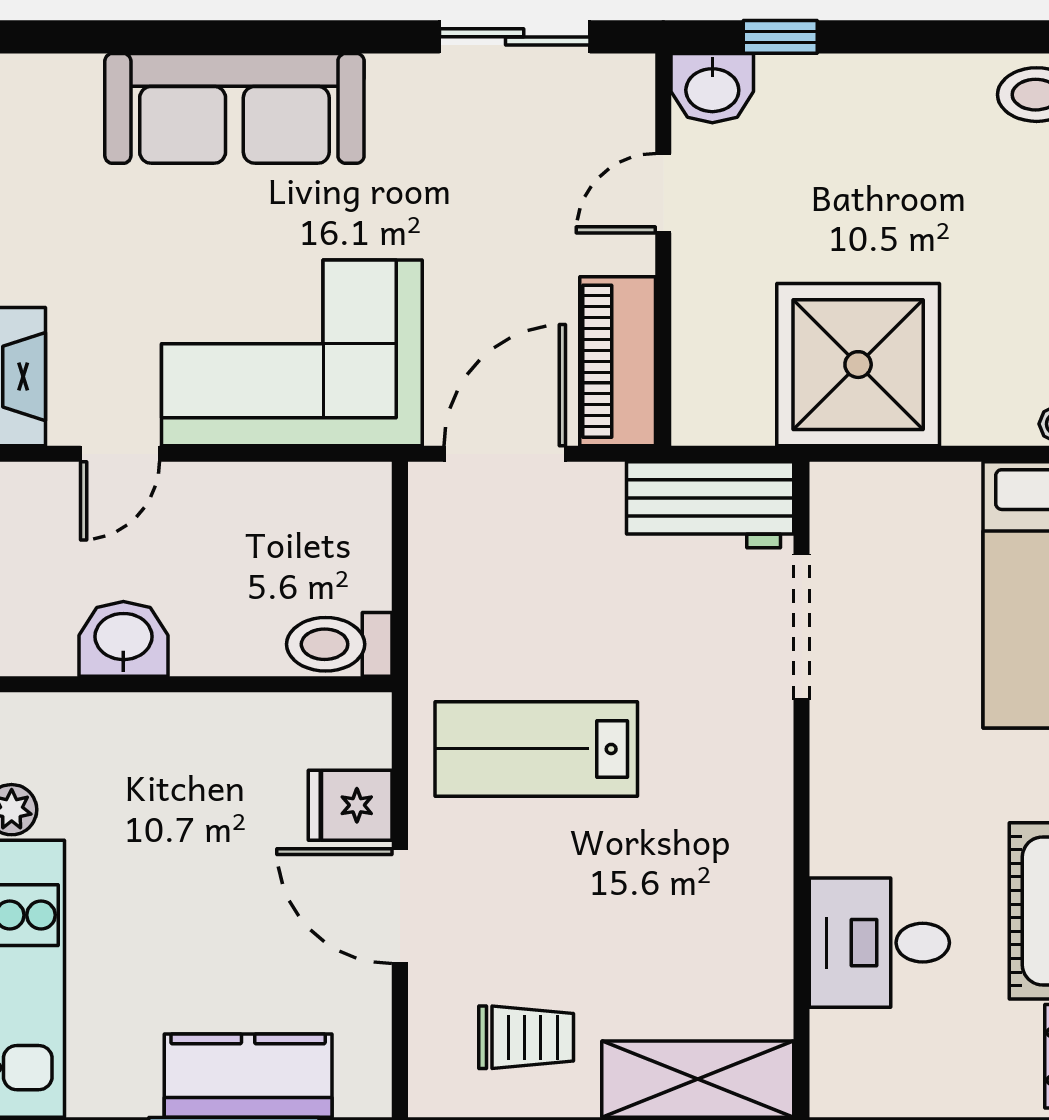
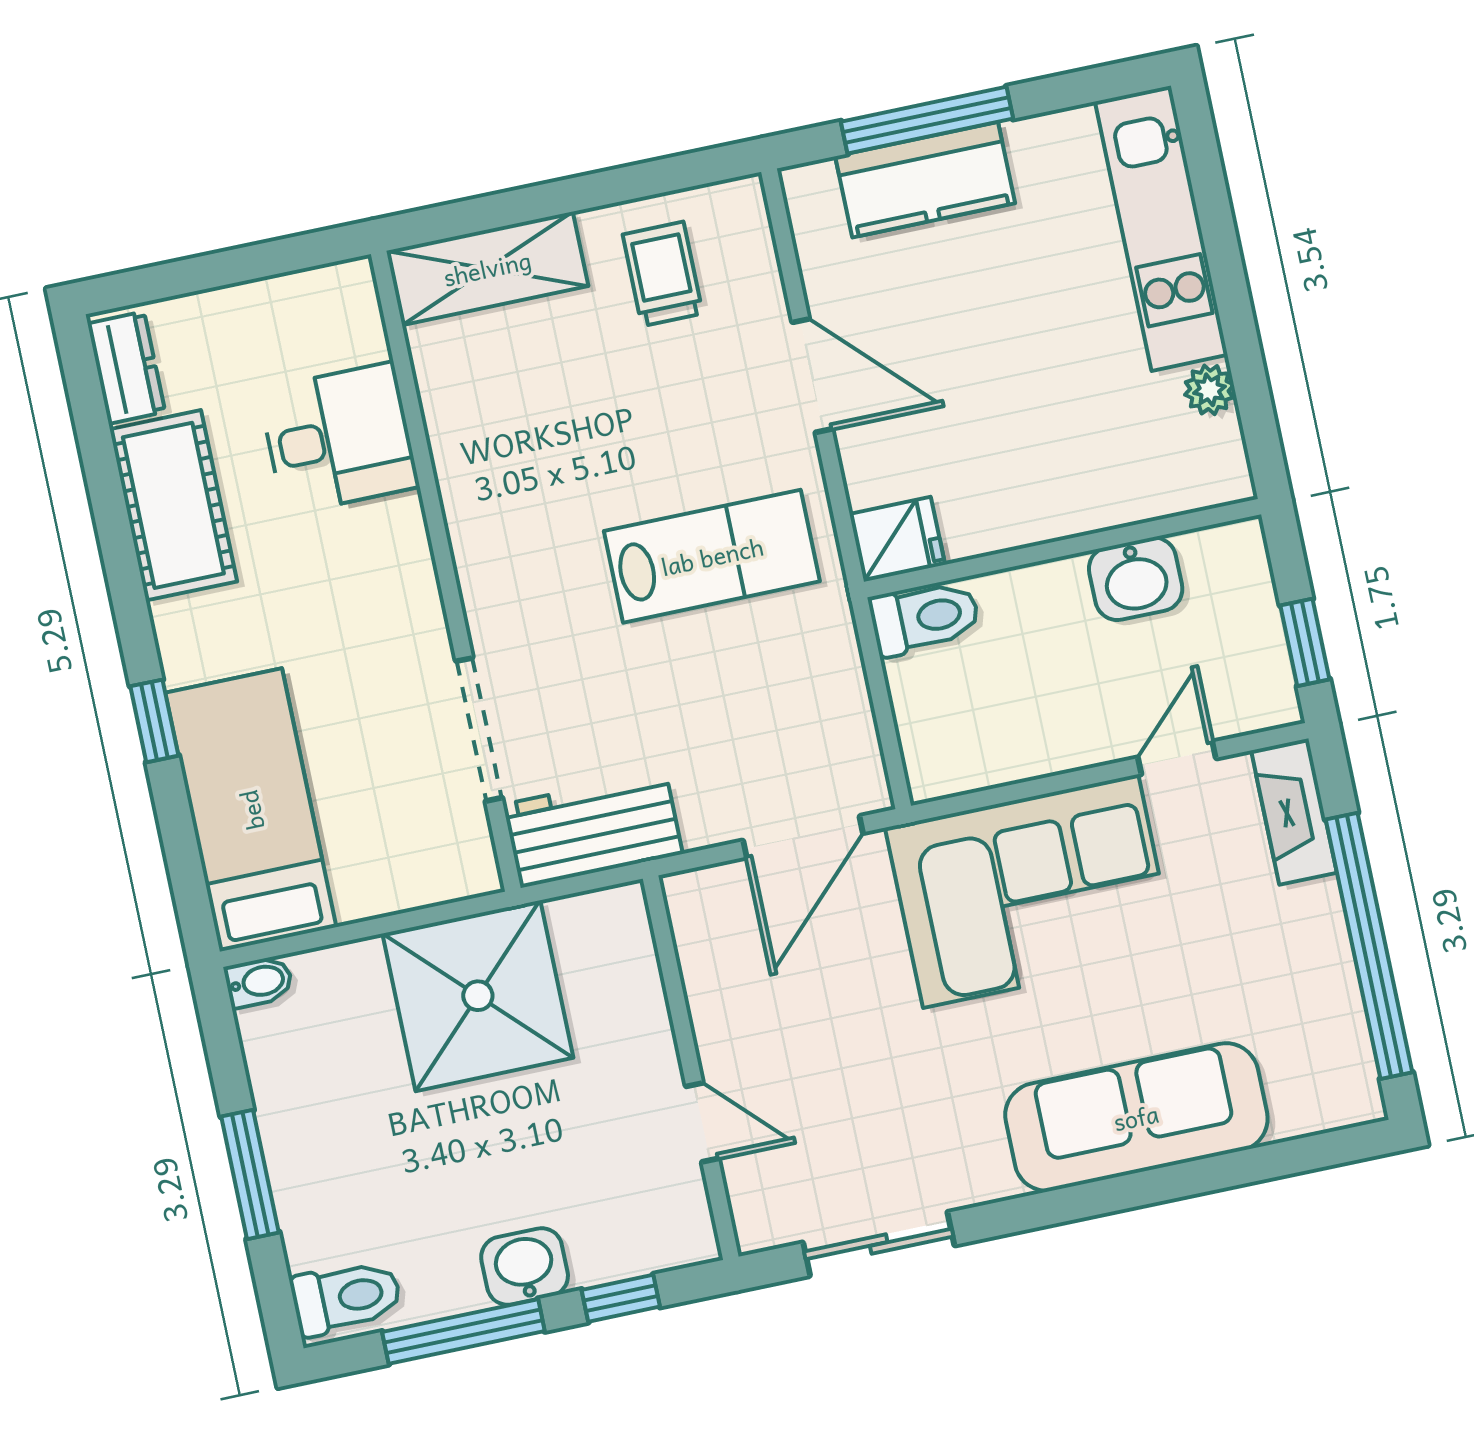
window: (942, 37) -> (463, 1331), added
washbasin: (712, 88) -> (525, 1267), moved
door: (663, 193) -> (702, 1122), hinge flipped
piano: (618, 361) -> (712, 950), removed
fridge: (350, 805) -> (897, 539), moved
trolley: (526, 1037) -> (663, 274), turned 90

